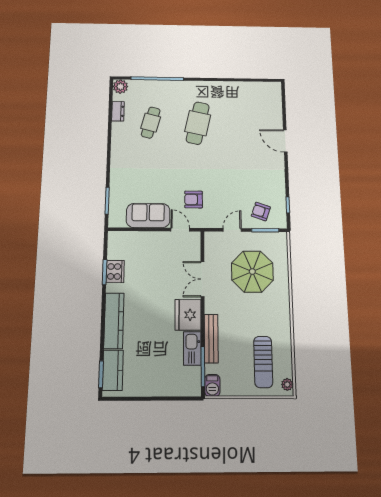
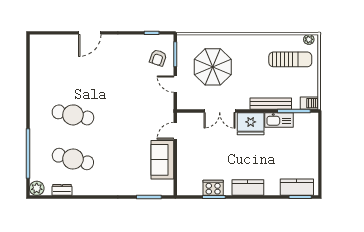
cafe table: (151, 123) -> (73, 159), width x1.37, depth x1.35
armchair: (194, 199) -> (147, 119), removed
kitchen counter: (114, 321) -> (248, 188), width x0.67

